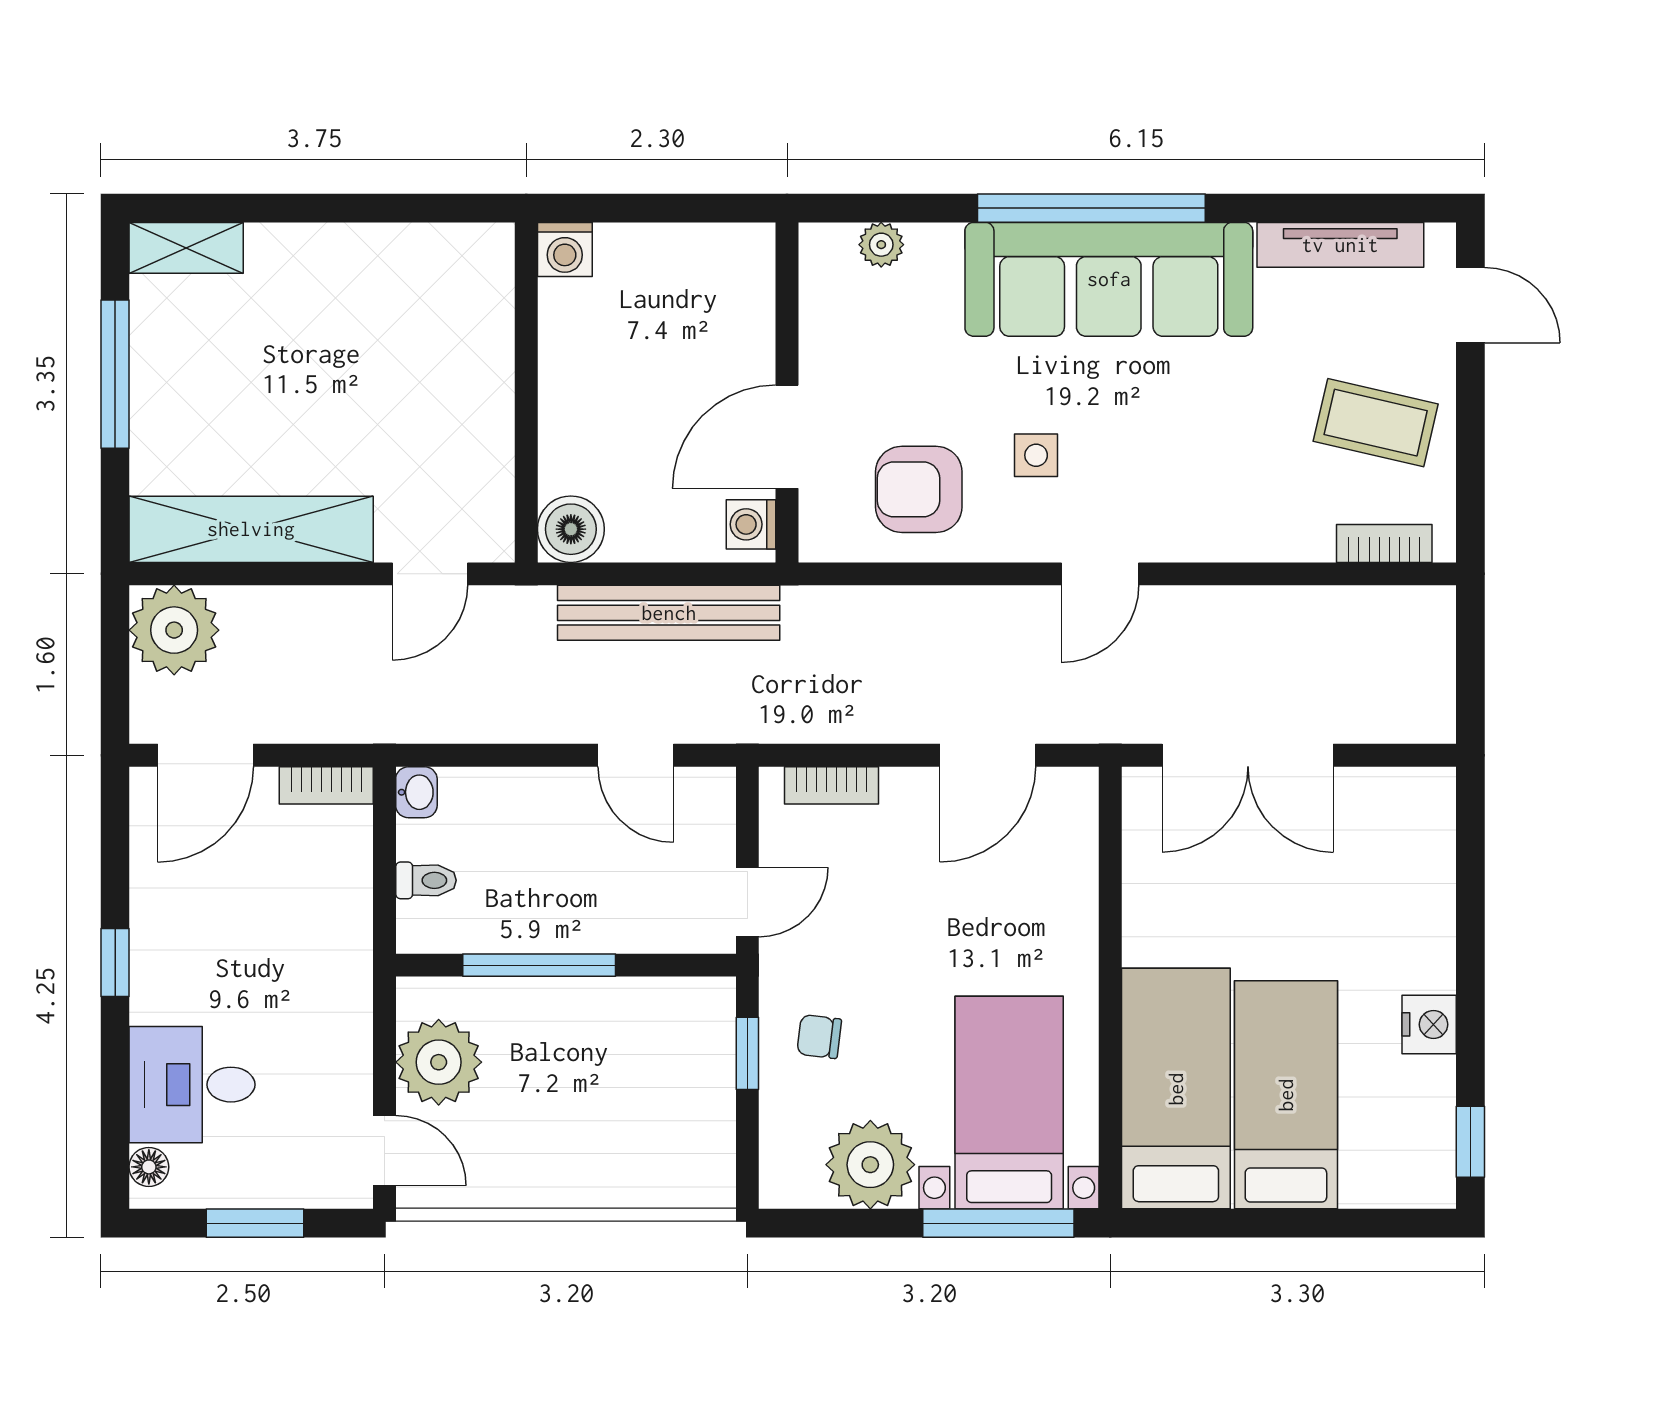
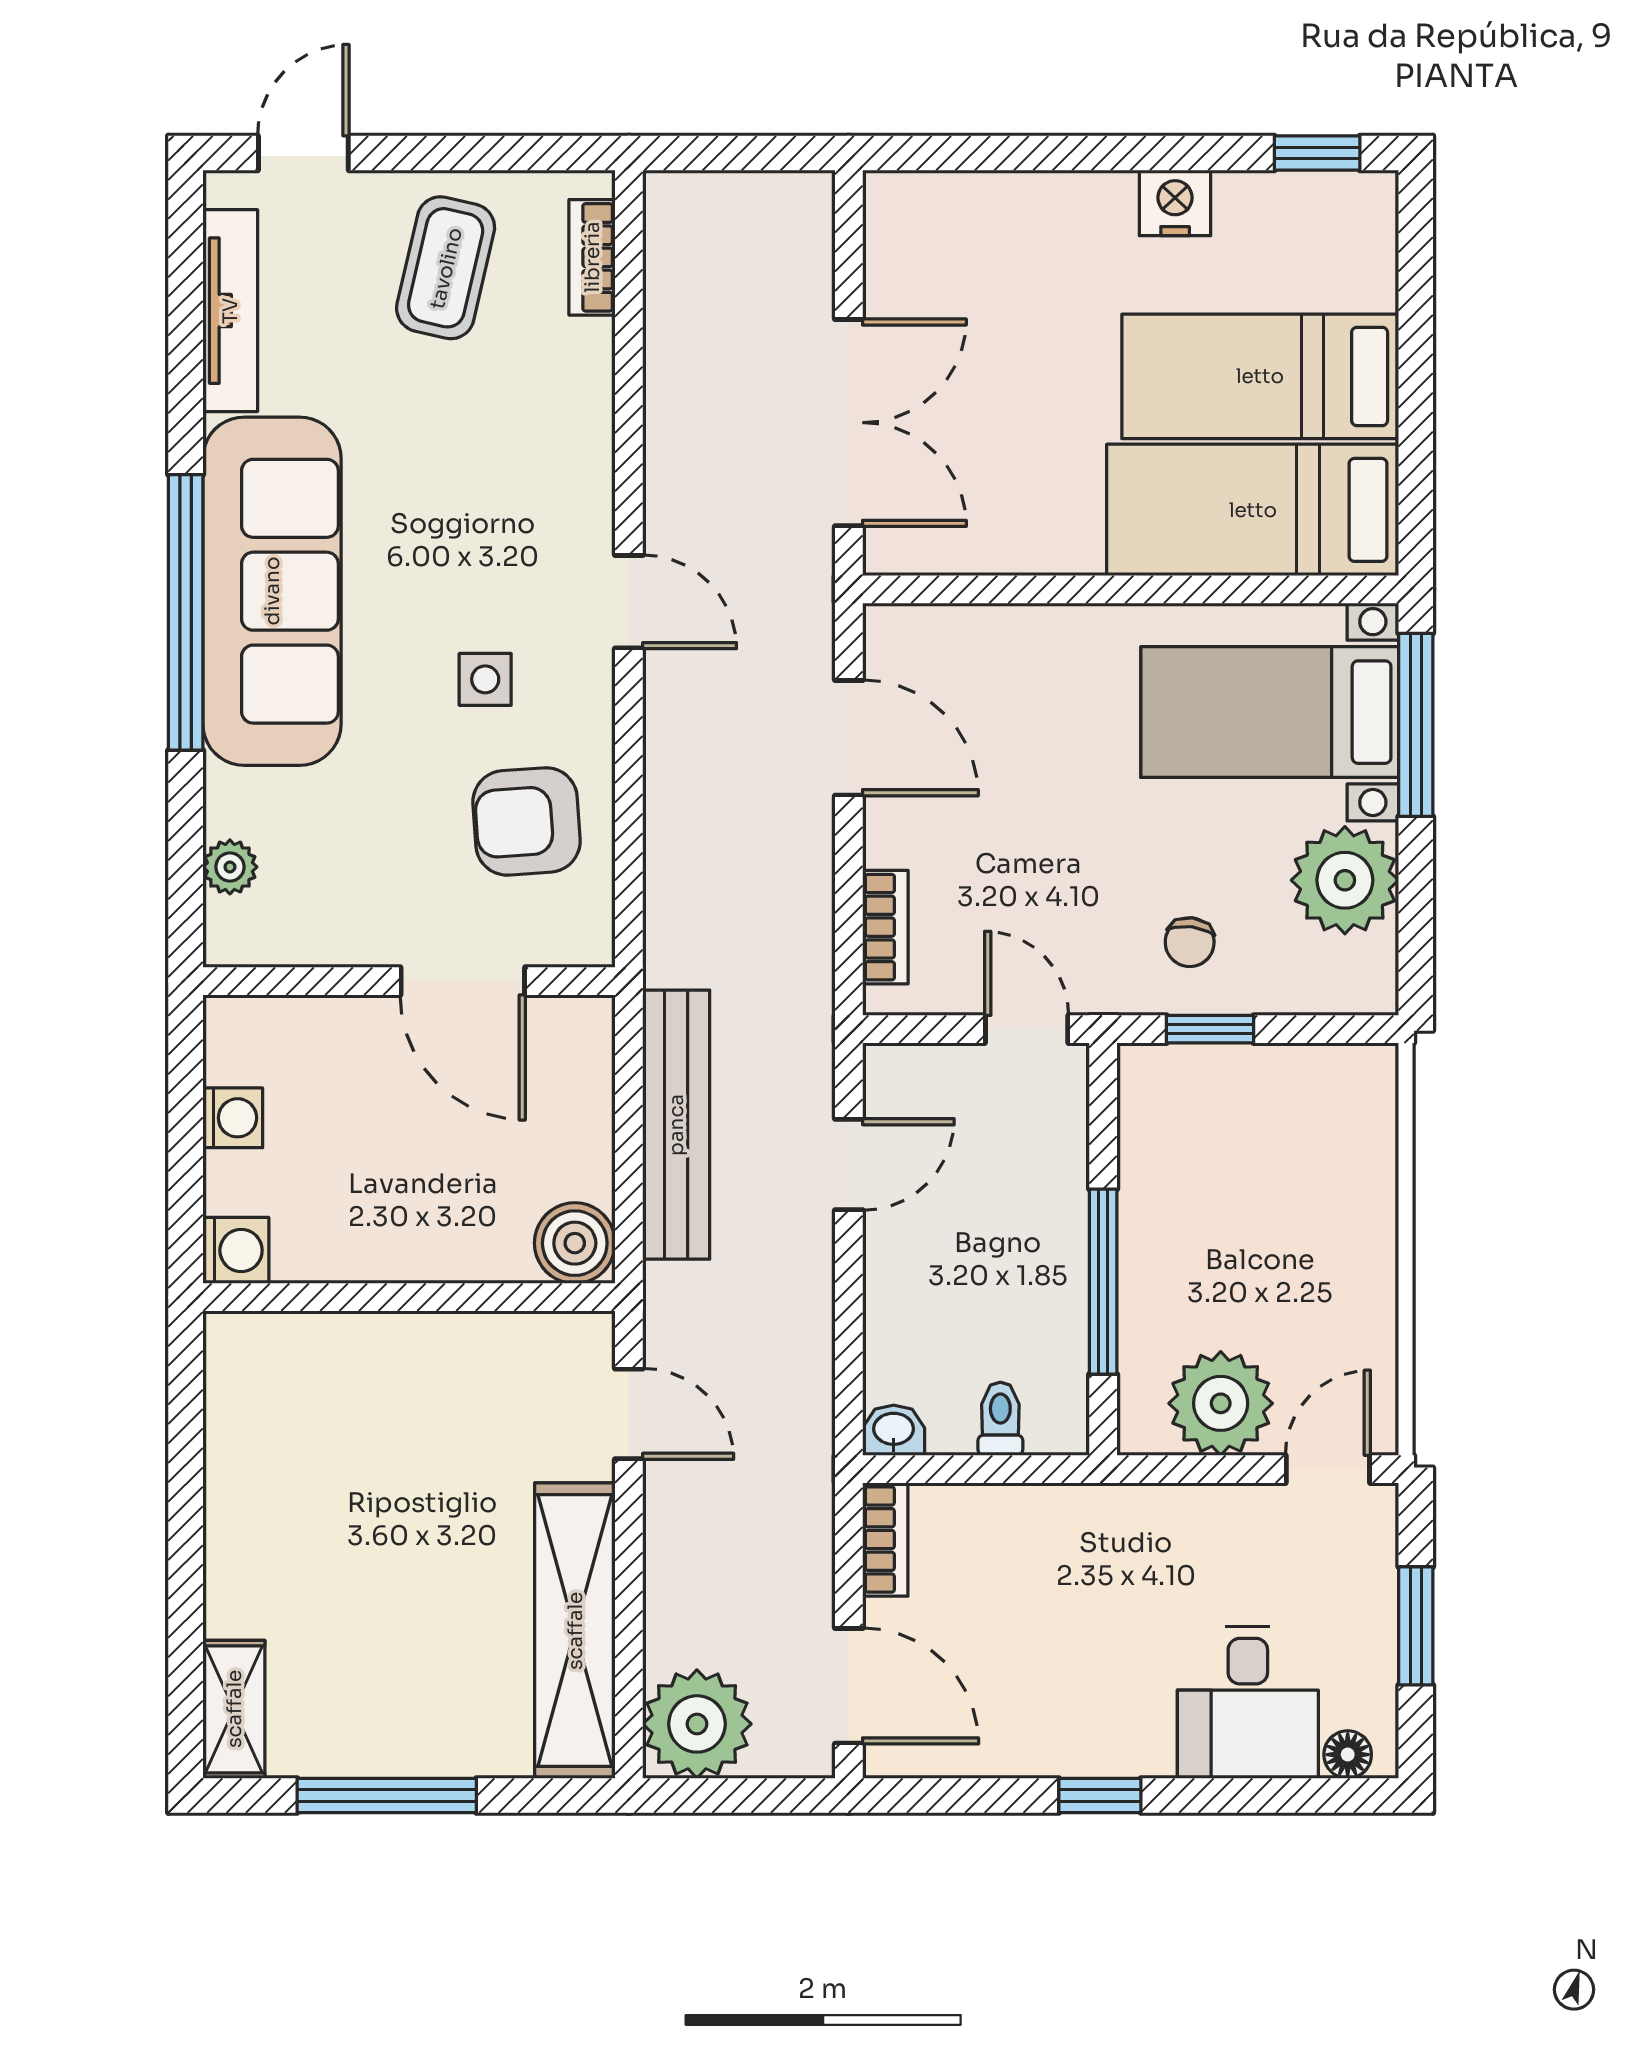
armchair: (919, 489) -> (527, 821), turned 86
washing machine: (751, 524) -> (233, 1118), moved, turned -90

